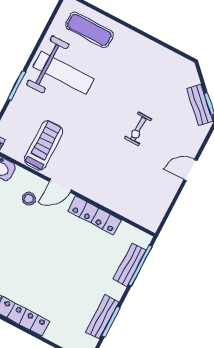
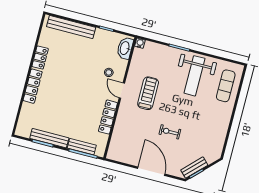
treadmill: (44, 145) -> (148, 93), moved, turned -90
door: (190, 170) -> (151, 171), width x1.87
bench: (102, 317) -> (49, 138), width x1.36

